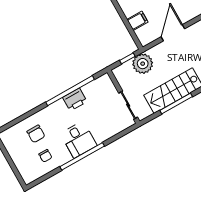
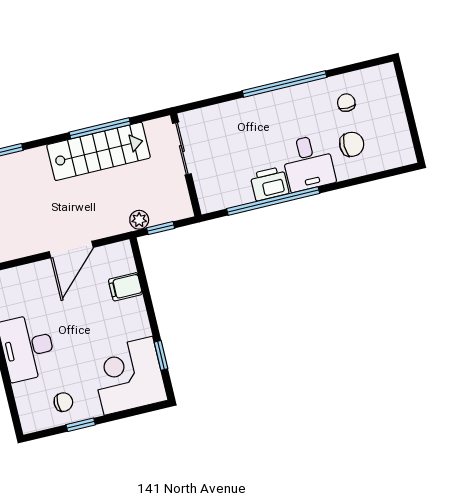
plant: (143, 64) -> (139, 220), width x0.53, depth x0.53
chair: (36, 134) -> (352, 144), turned 90
desk: (79, 140) -> (308, 163), moved, turned 180

